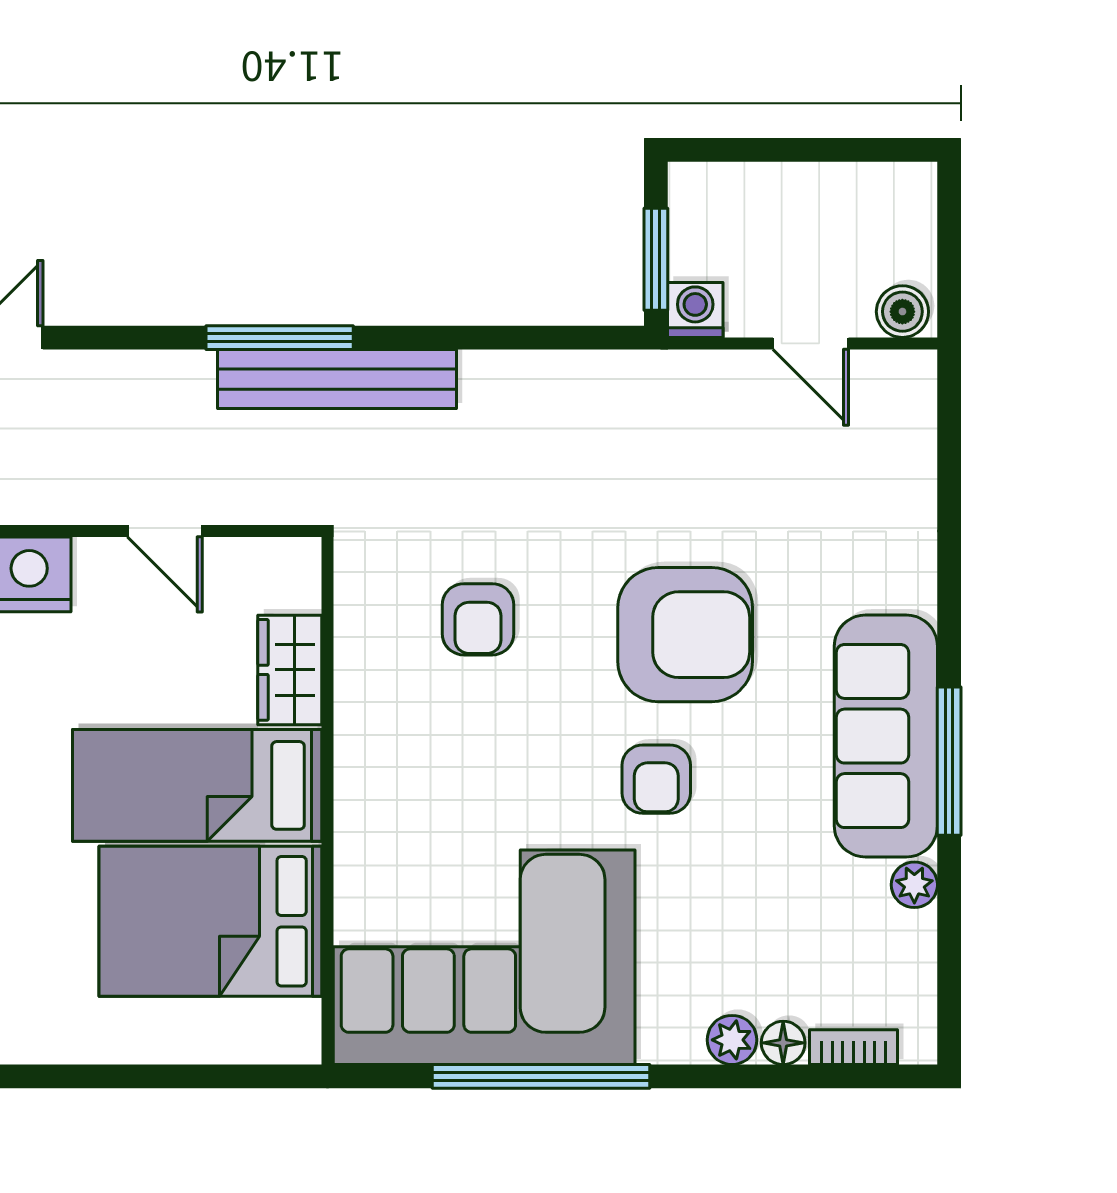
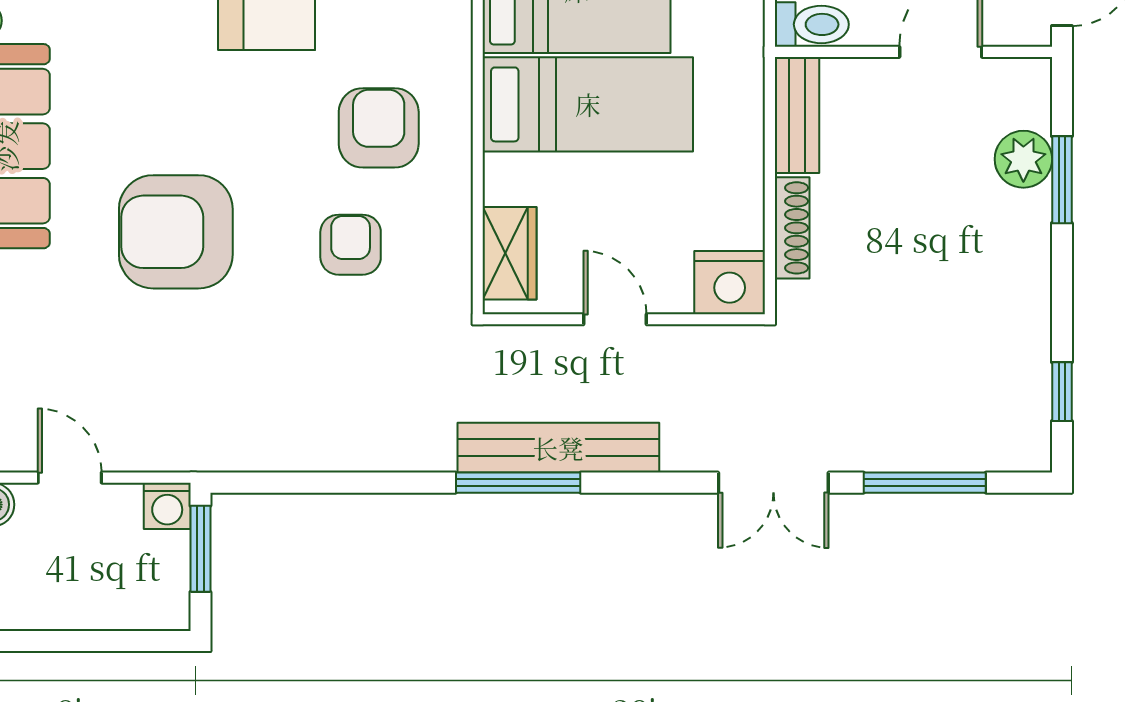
bench: (337, 379) -> (558, 448), moved
wardrobe: (290, 670) -> (510, 253), moved
armchair: (656, 779) -> (379, 128), moved, width x1.38, depth x1.38

